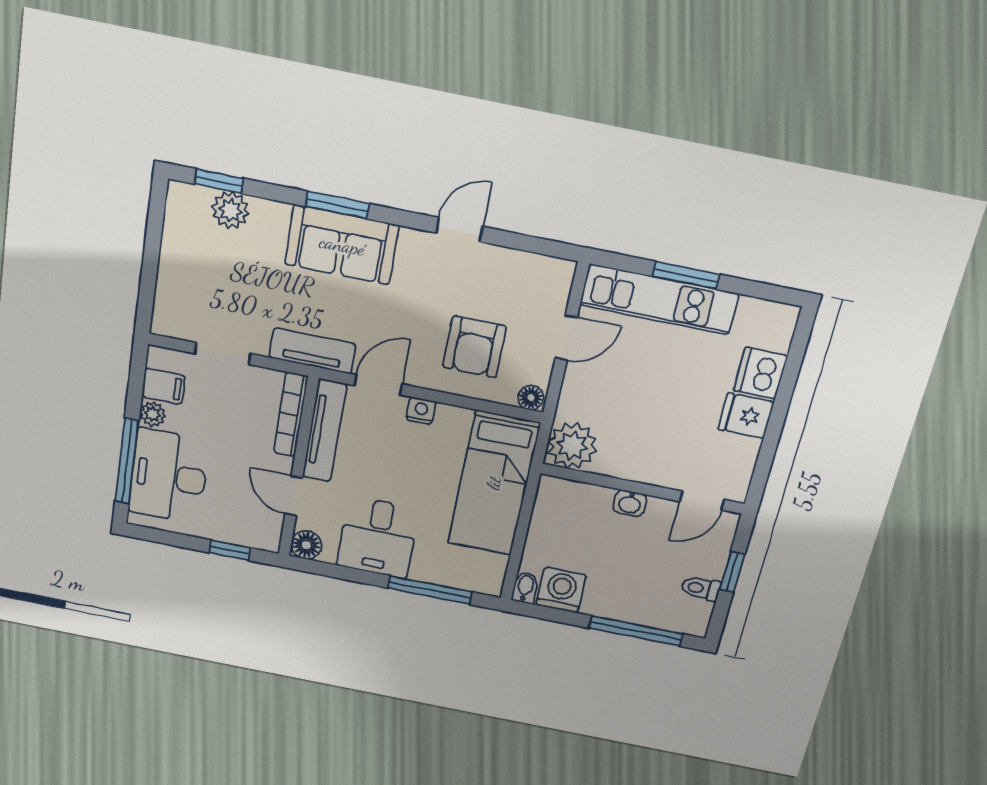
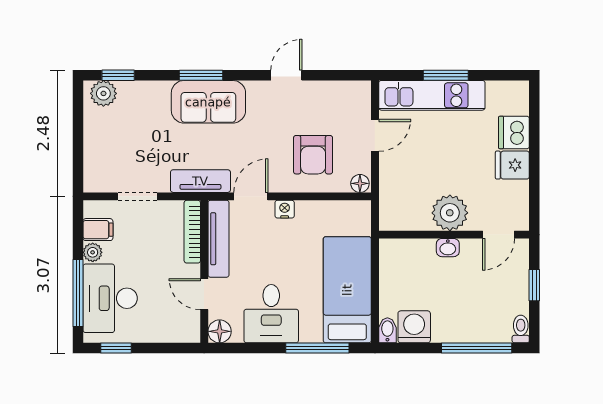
plant: (230, 210) -> (103, 93), moved
plant: (572, 446) -> (450, 213), moved
bed: (494, 483) -> (347, 290), moved, turned 180
window: (230, 550) -> (116, 348), moved
toilet: (701, 589) -> (521, 329), moved, turned 90

